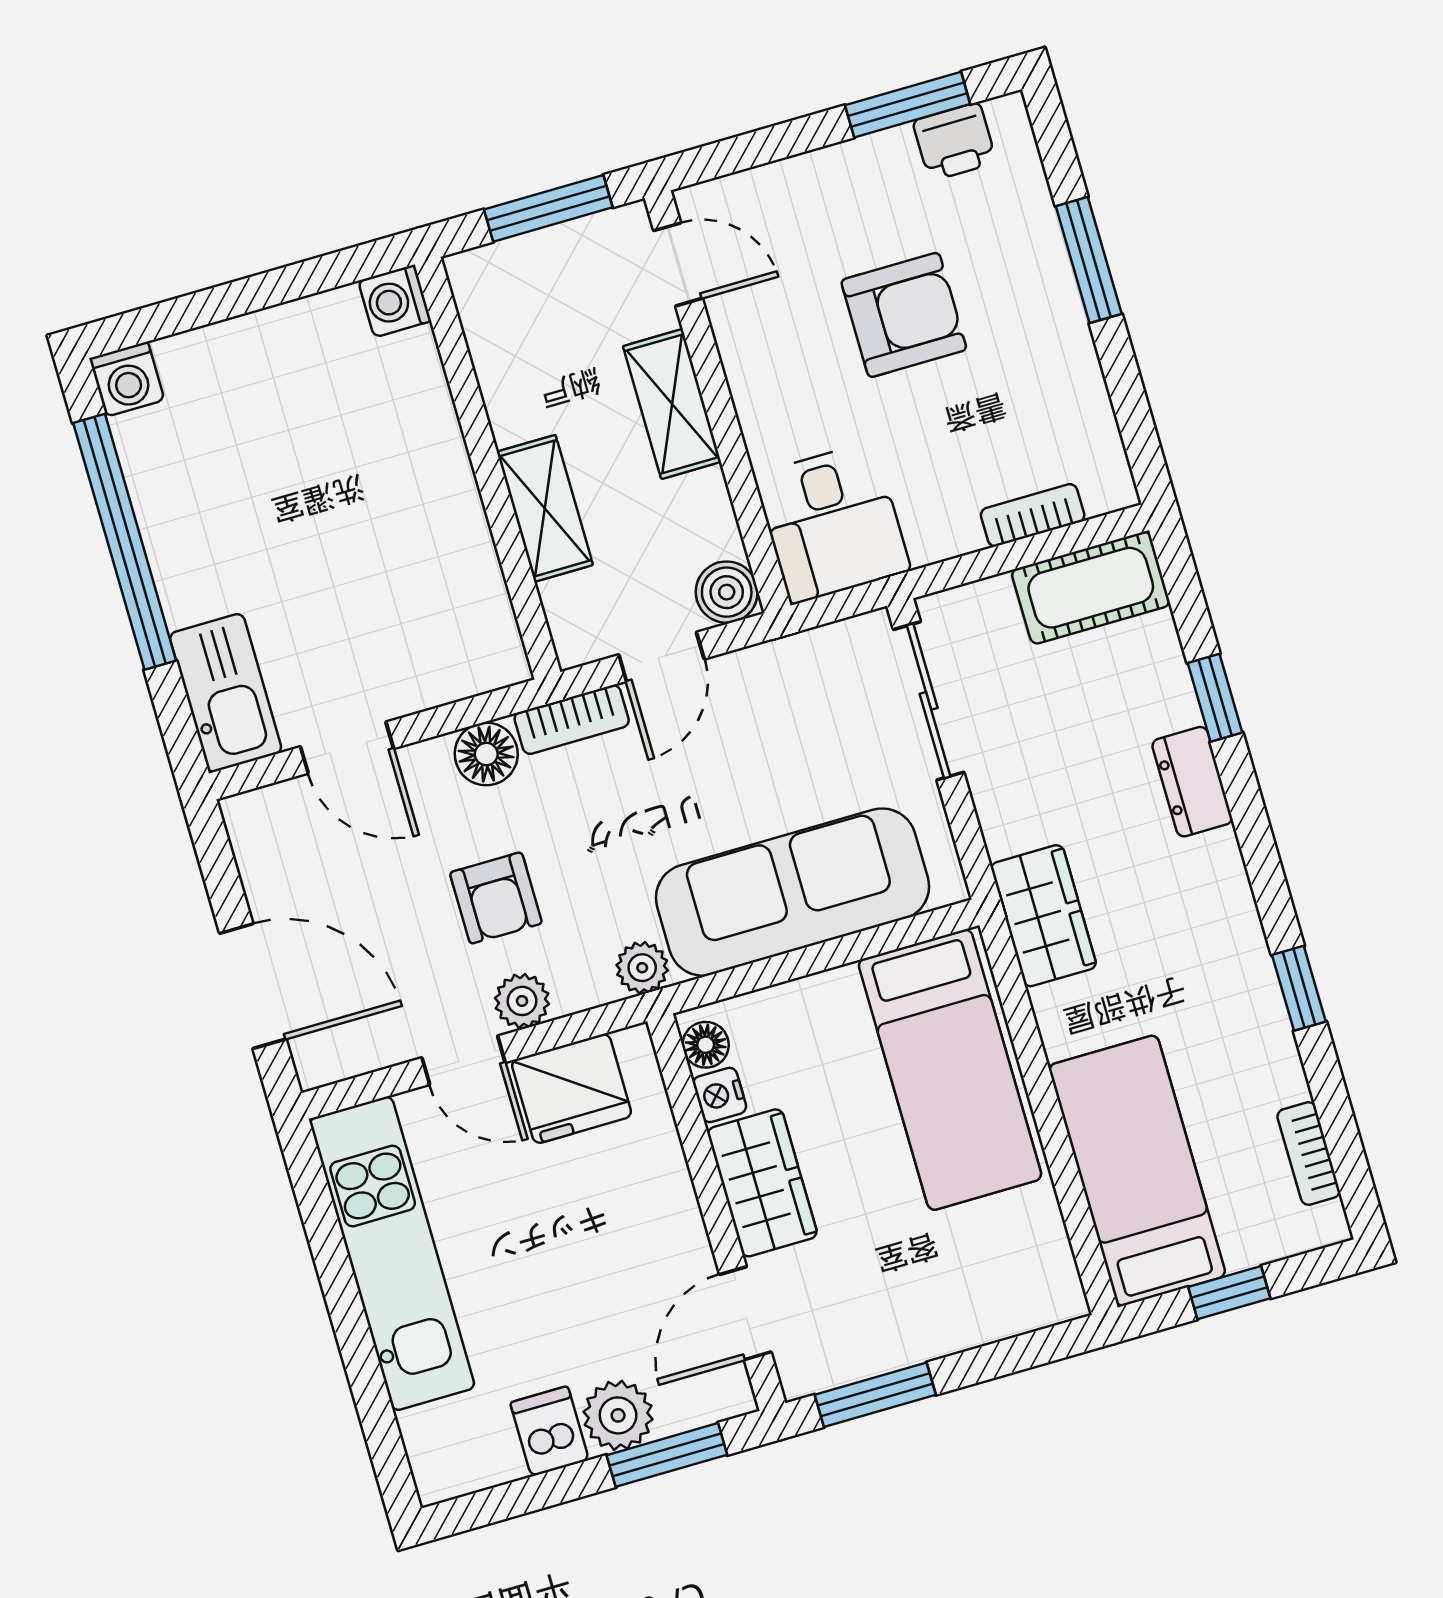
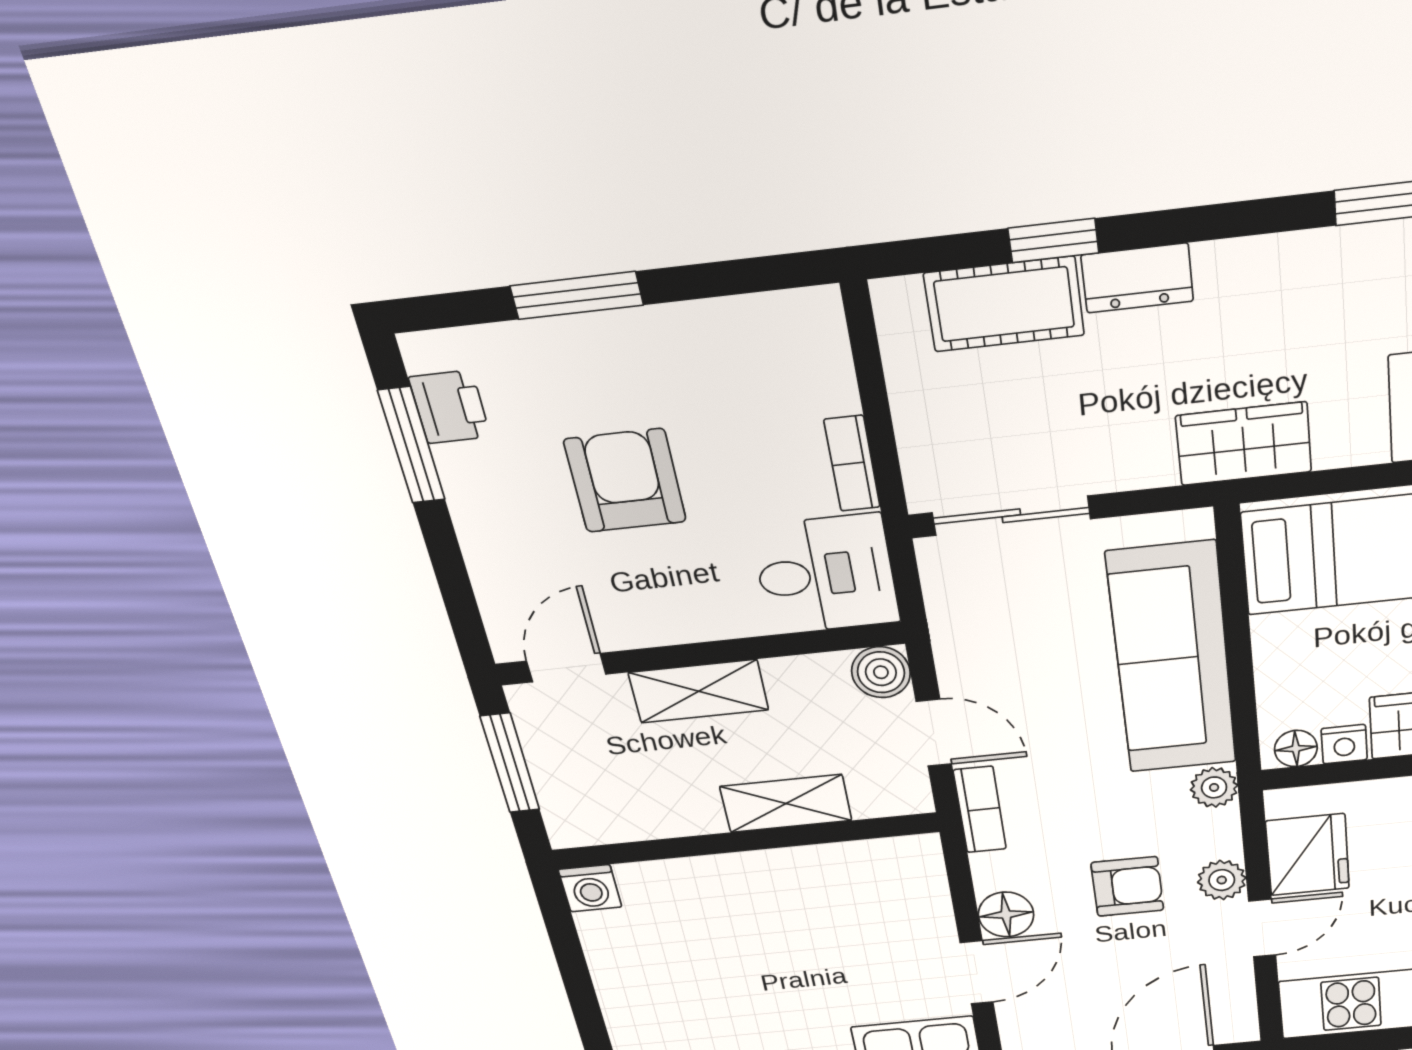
bookcase: (1033, 515) -> (852, 464), moved
cot: (1091, 588) -> (1004, 304), moved, turned 90
floor lamp: (486, 754) -> (1006, 914), moved

